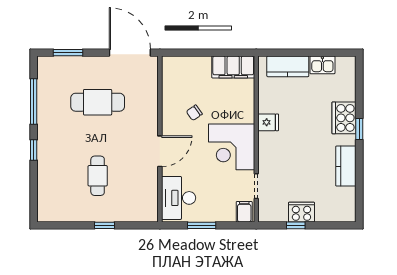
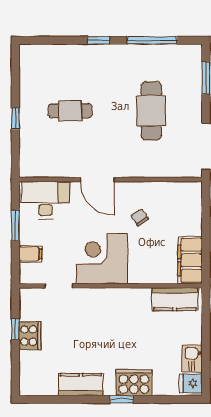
kitchen counter: (288, 66) -> (175, 299), moved, turned -90
fridge: (268, 122) -> (191, 383), moved, turned 90
filing cabinet: (244, 212) -> (30, 254), moved

